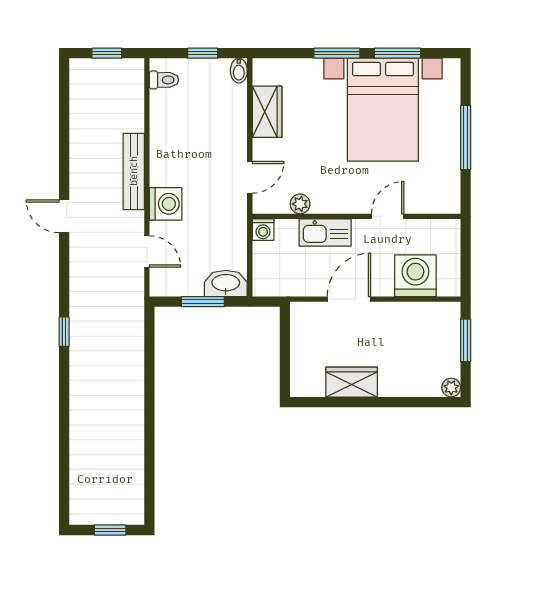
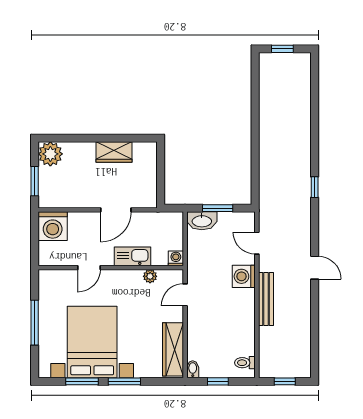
wardrobe: (267, 112) -> (173, 349), width x1.50
washing machine: (415, 276) -> (53, 226), moved
plant: (451, 388) -> (50, 154), width x1.88, depth x1.88

